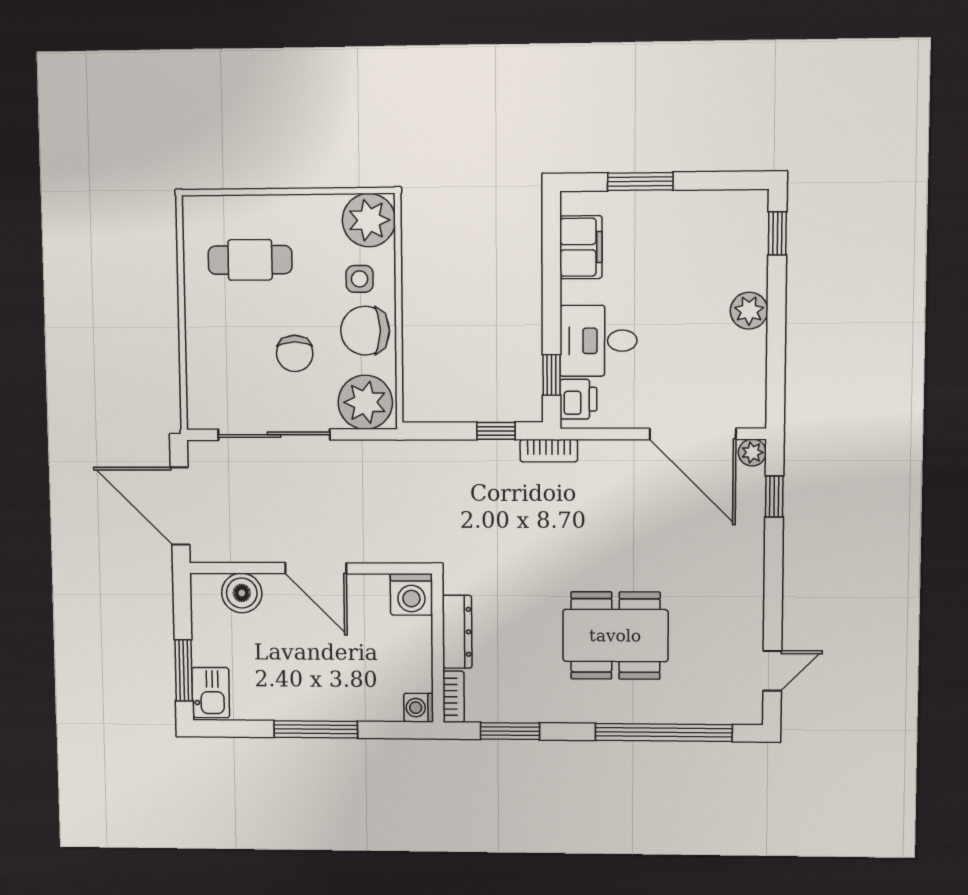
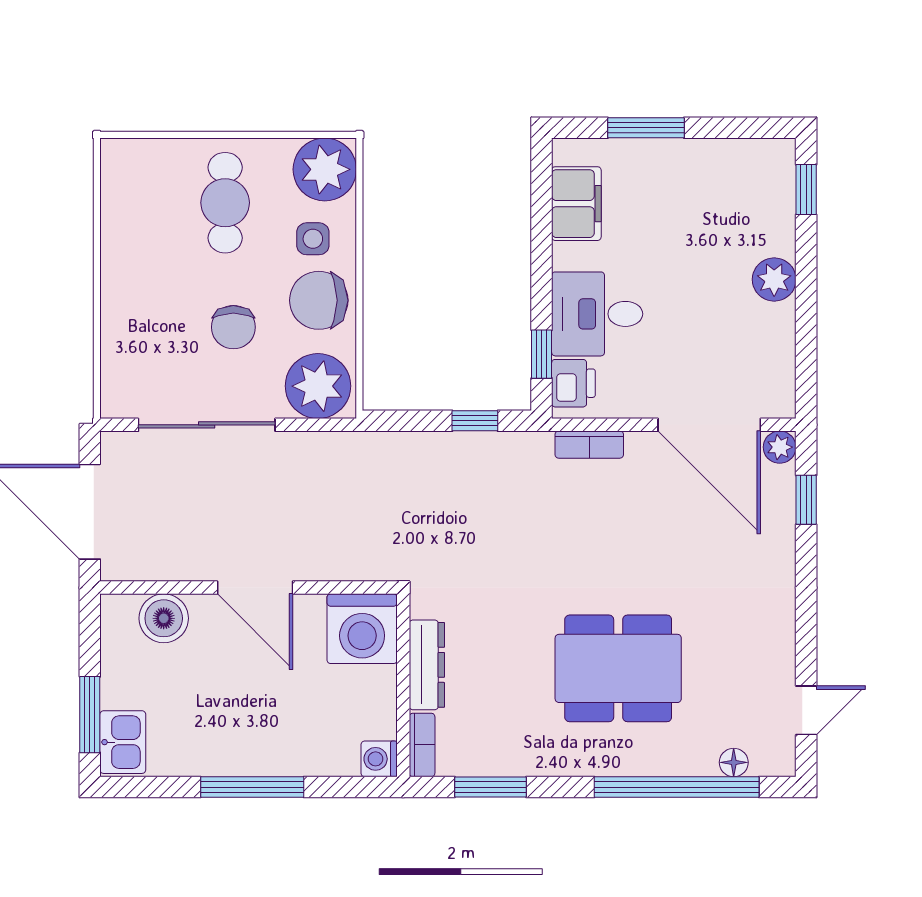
cafe table: (250, 260) -> (225, 203), moved, turned 90
bookcase: (549, 451) -> (589, 445), moved
washing machine: (411, 594) -> (362, 629), width x1.37, depth x1.37
floor lamp: (711, 713) -> (734, 762), added

